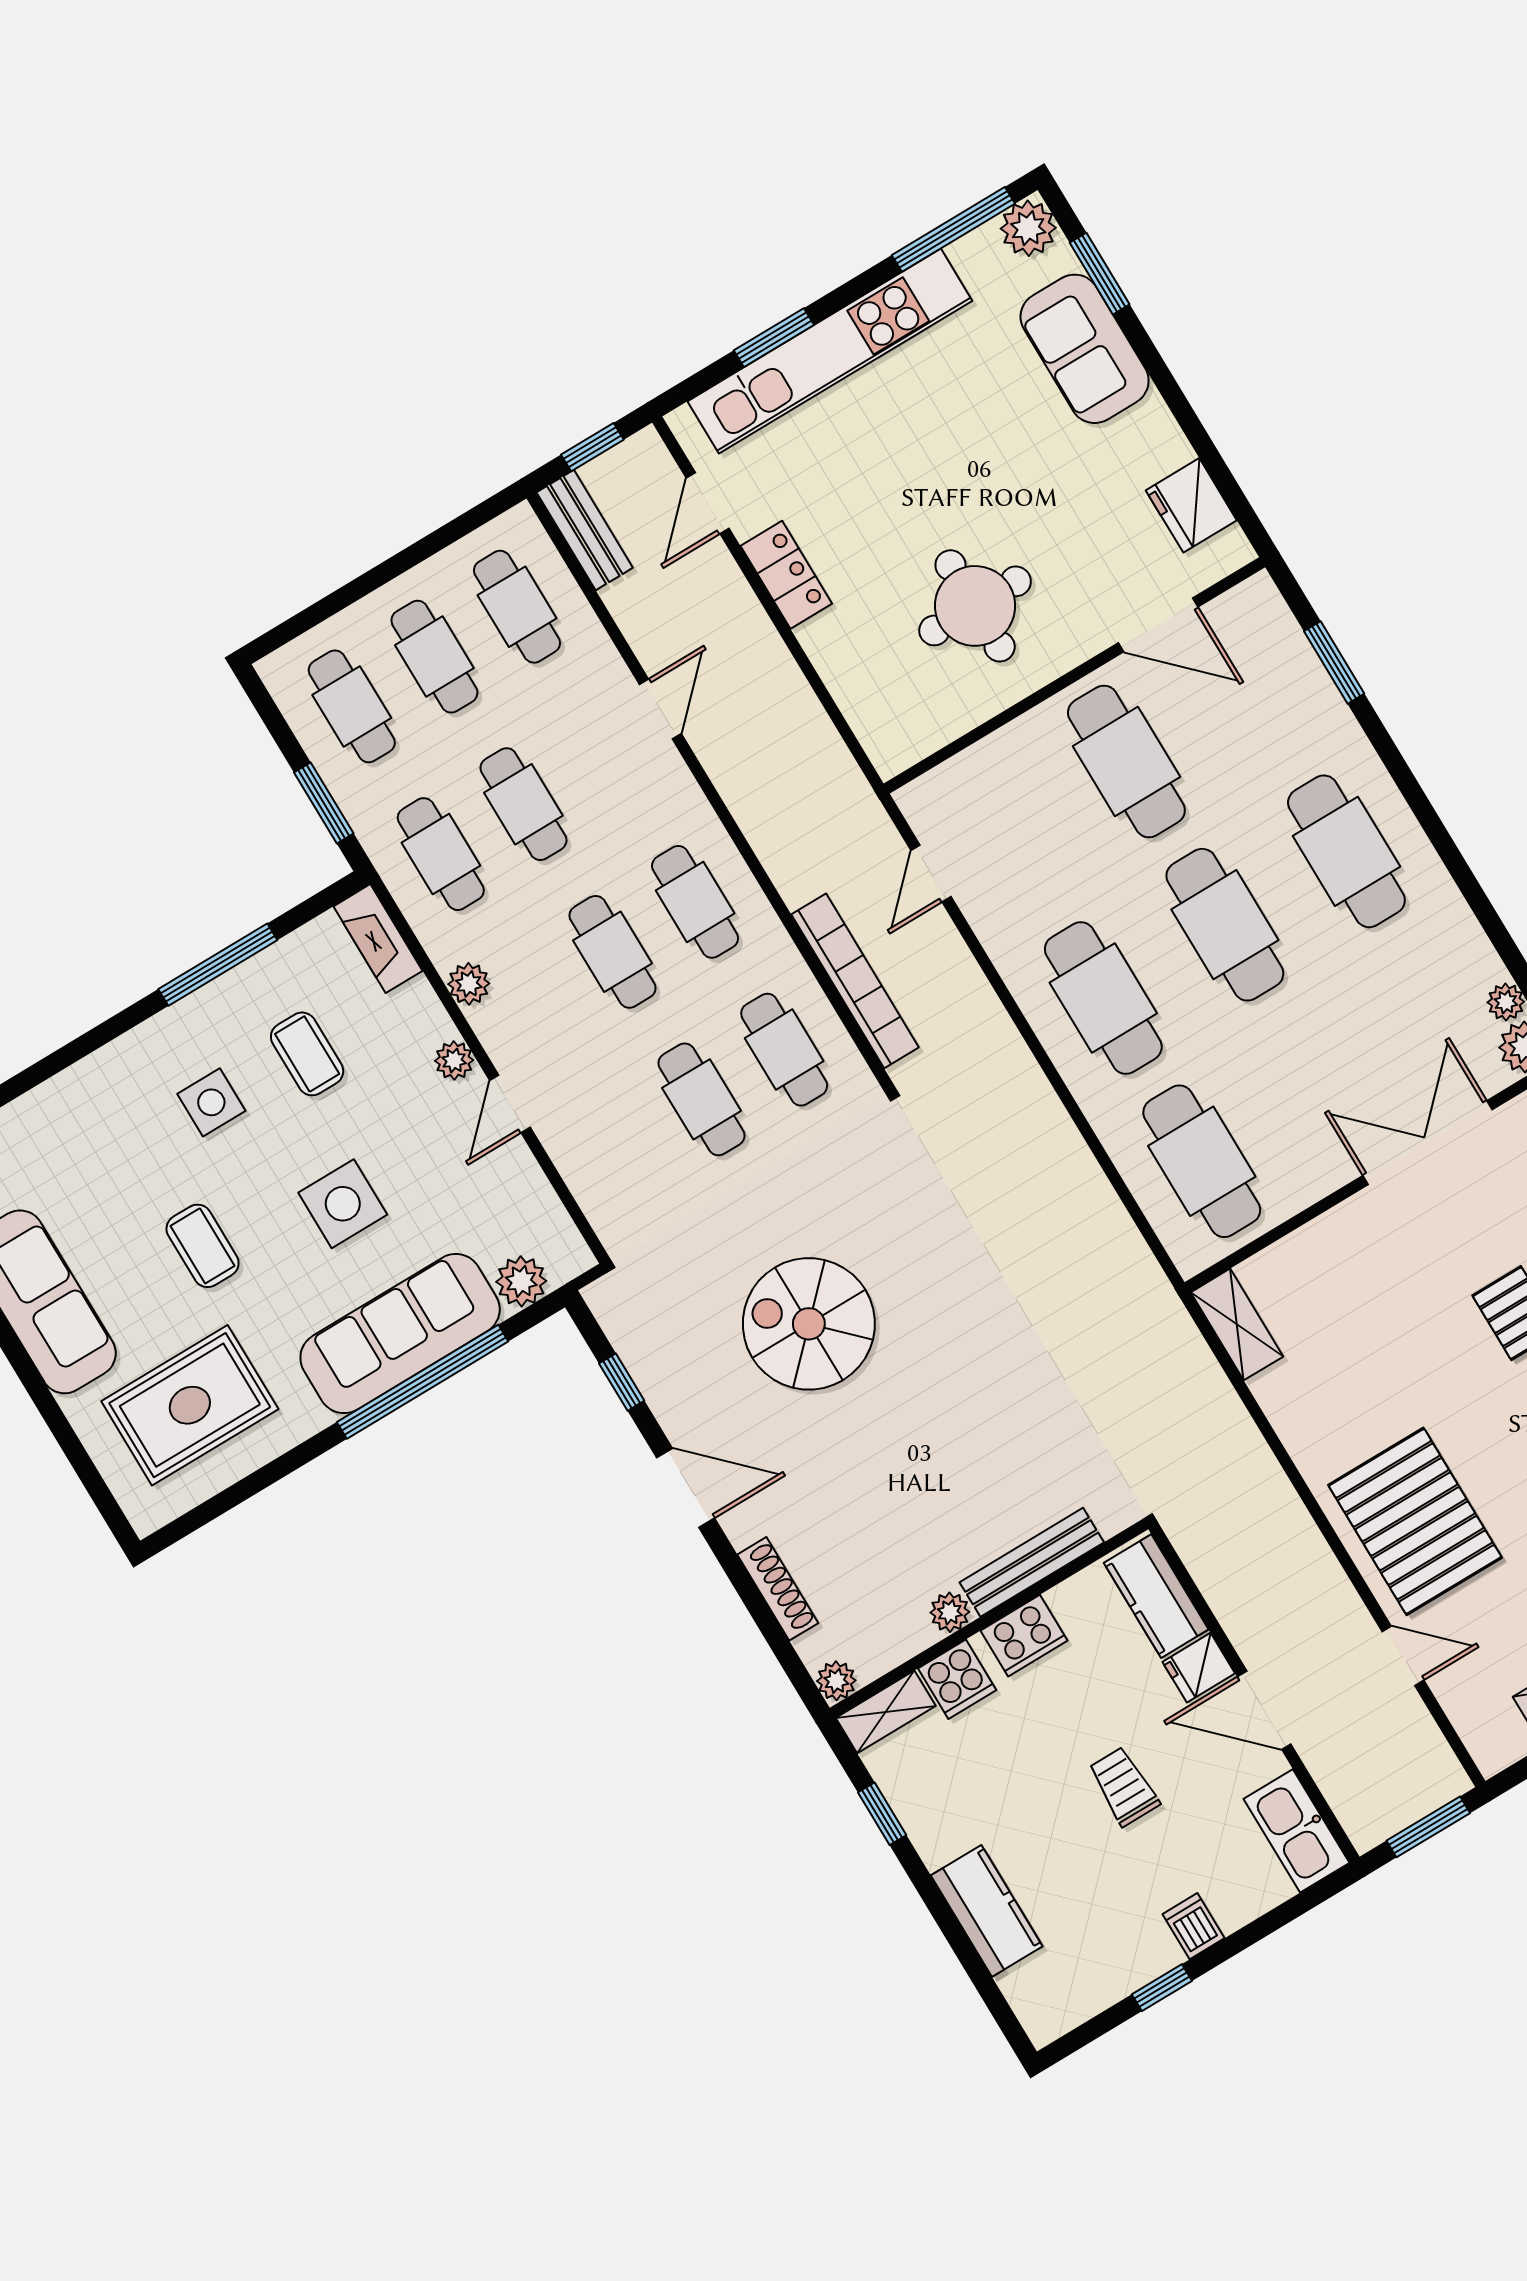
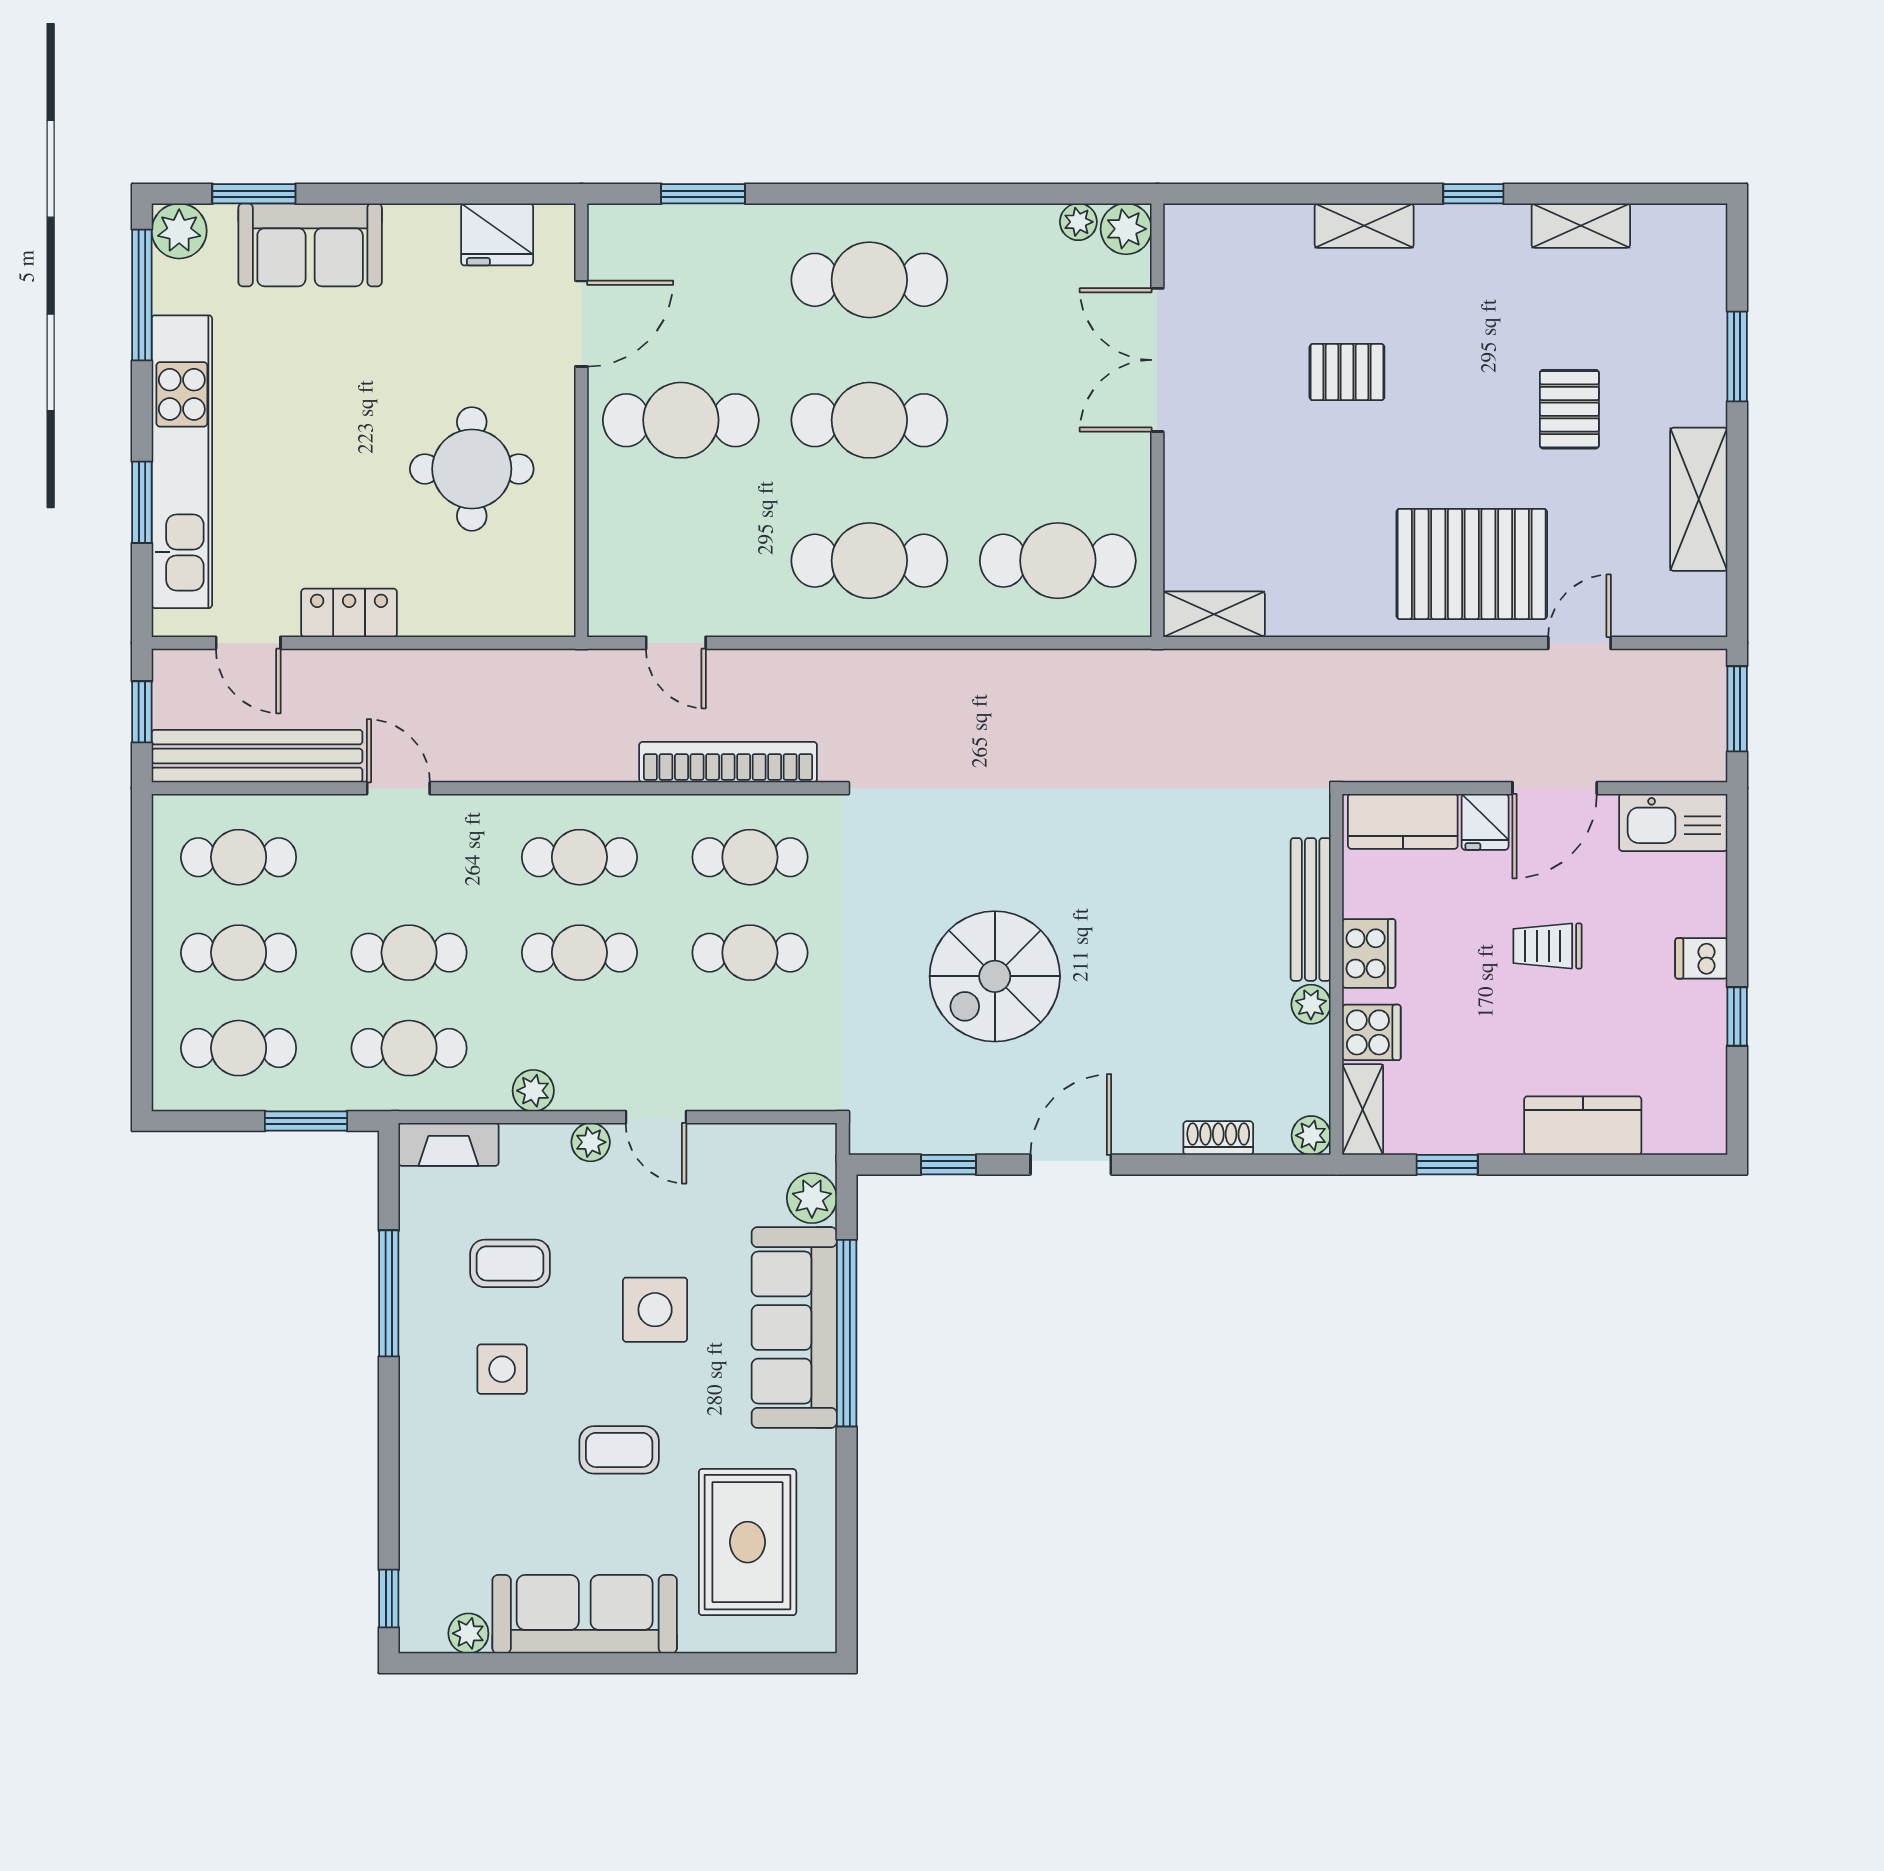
bench: (585, 530) -> (257, 756), width x1.86, depth x1.21
shoe rack: (778, 1589) -> (1218, 1138), width x0.70

